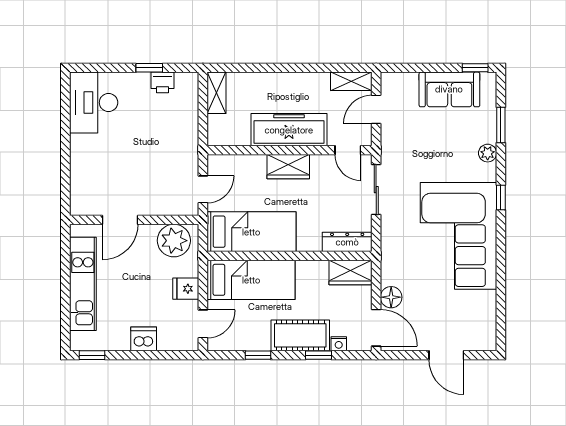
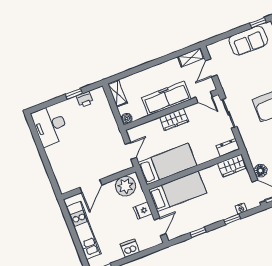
boiler: (216, 137) -> (127, 119), added
dresser: (347, 242) -> (228, 147), width x0.70
cot: (300, 335) -> (218, 212), removed

